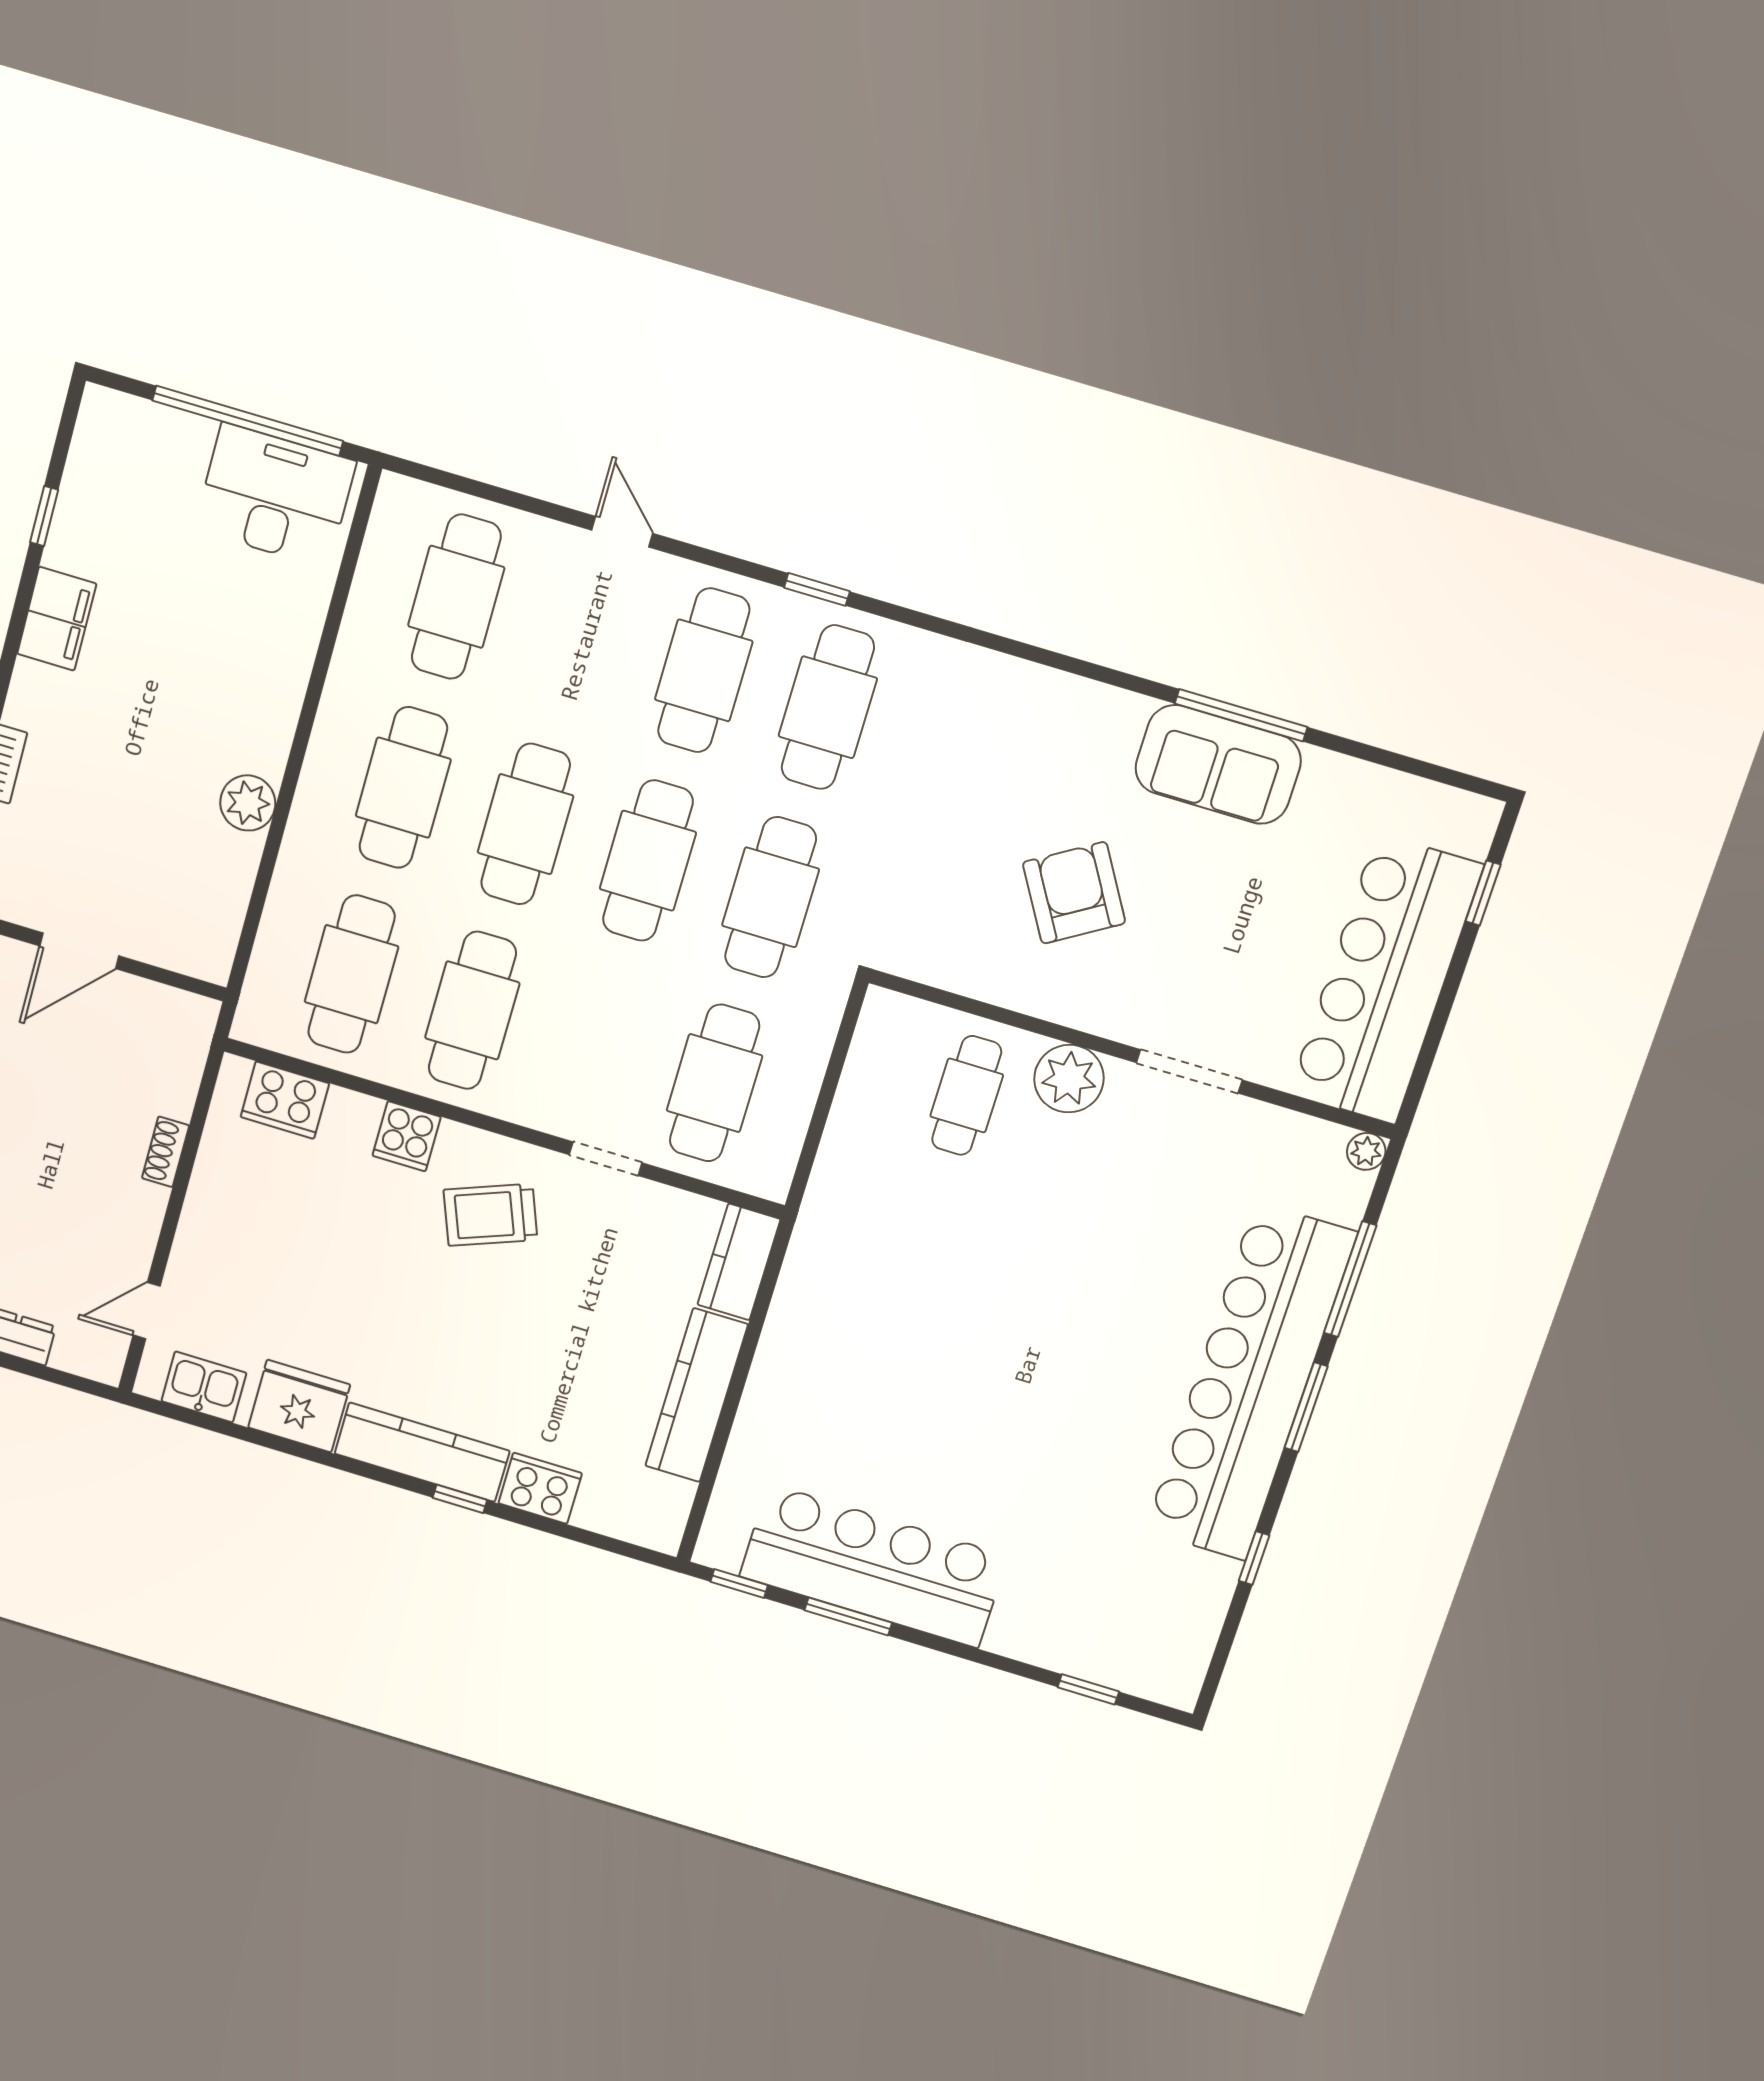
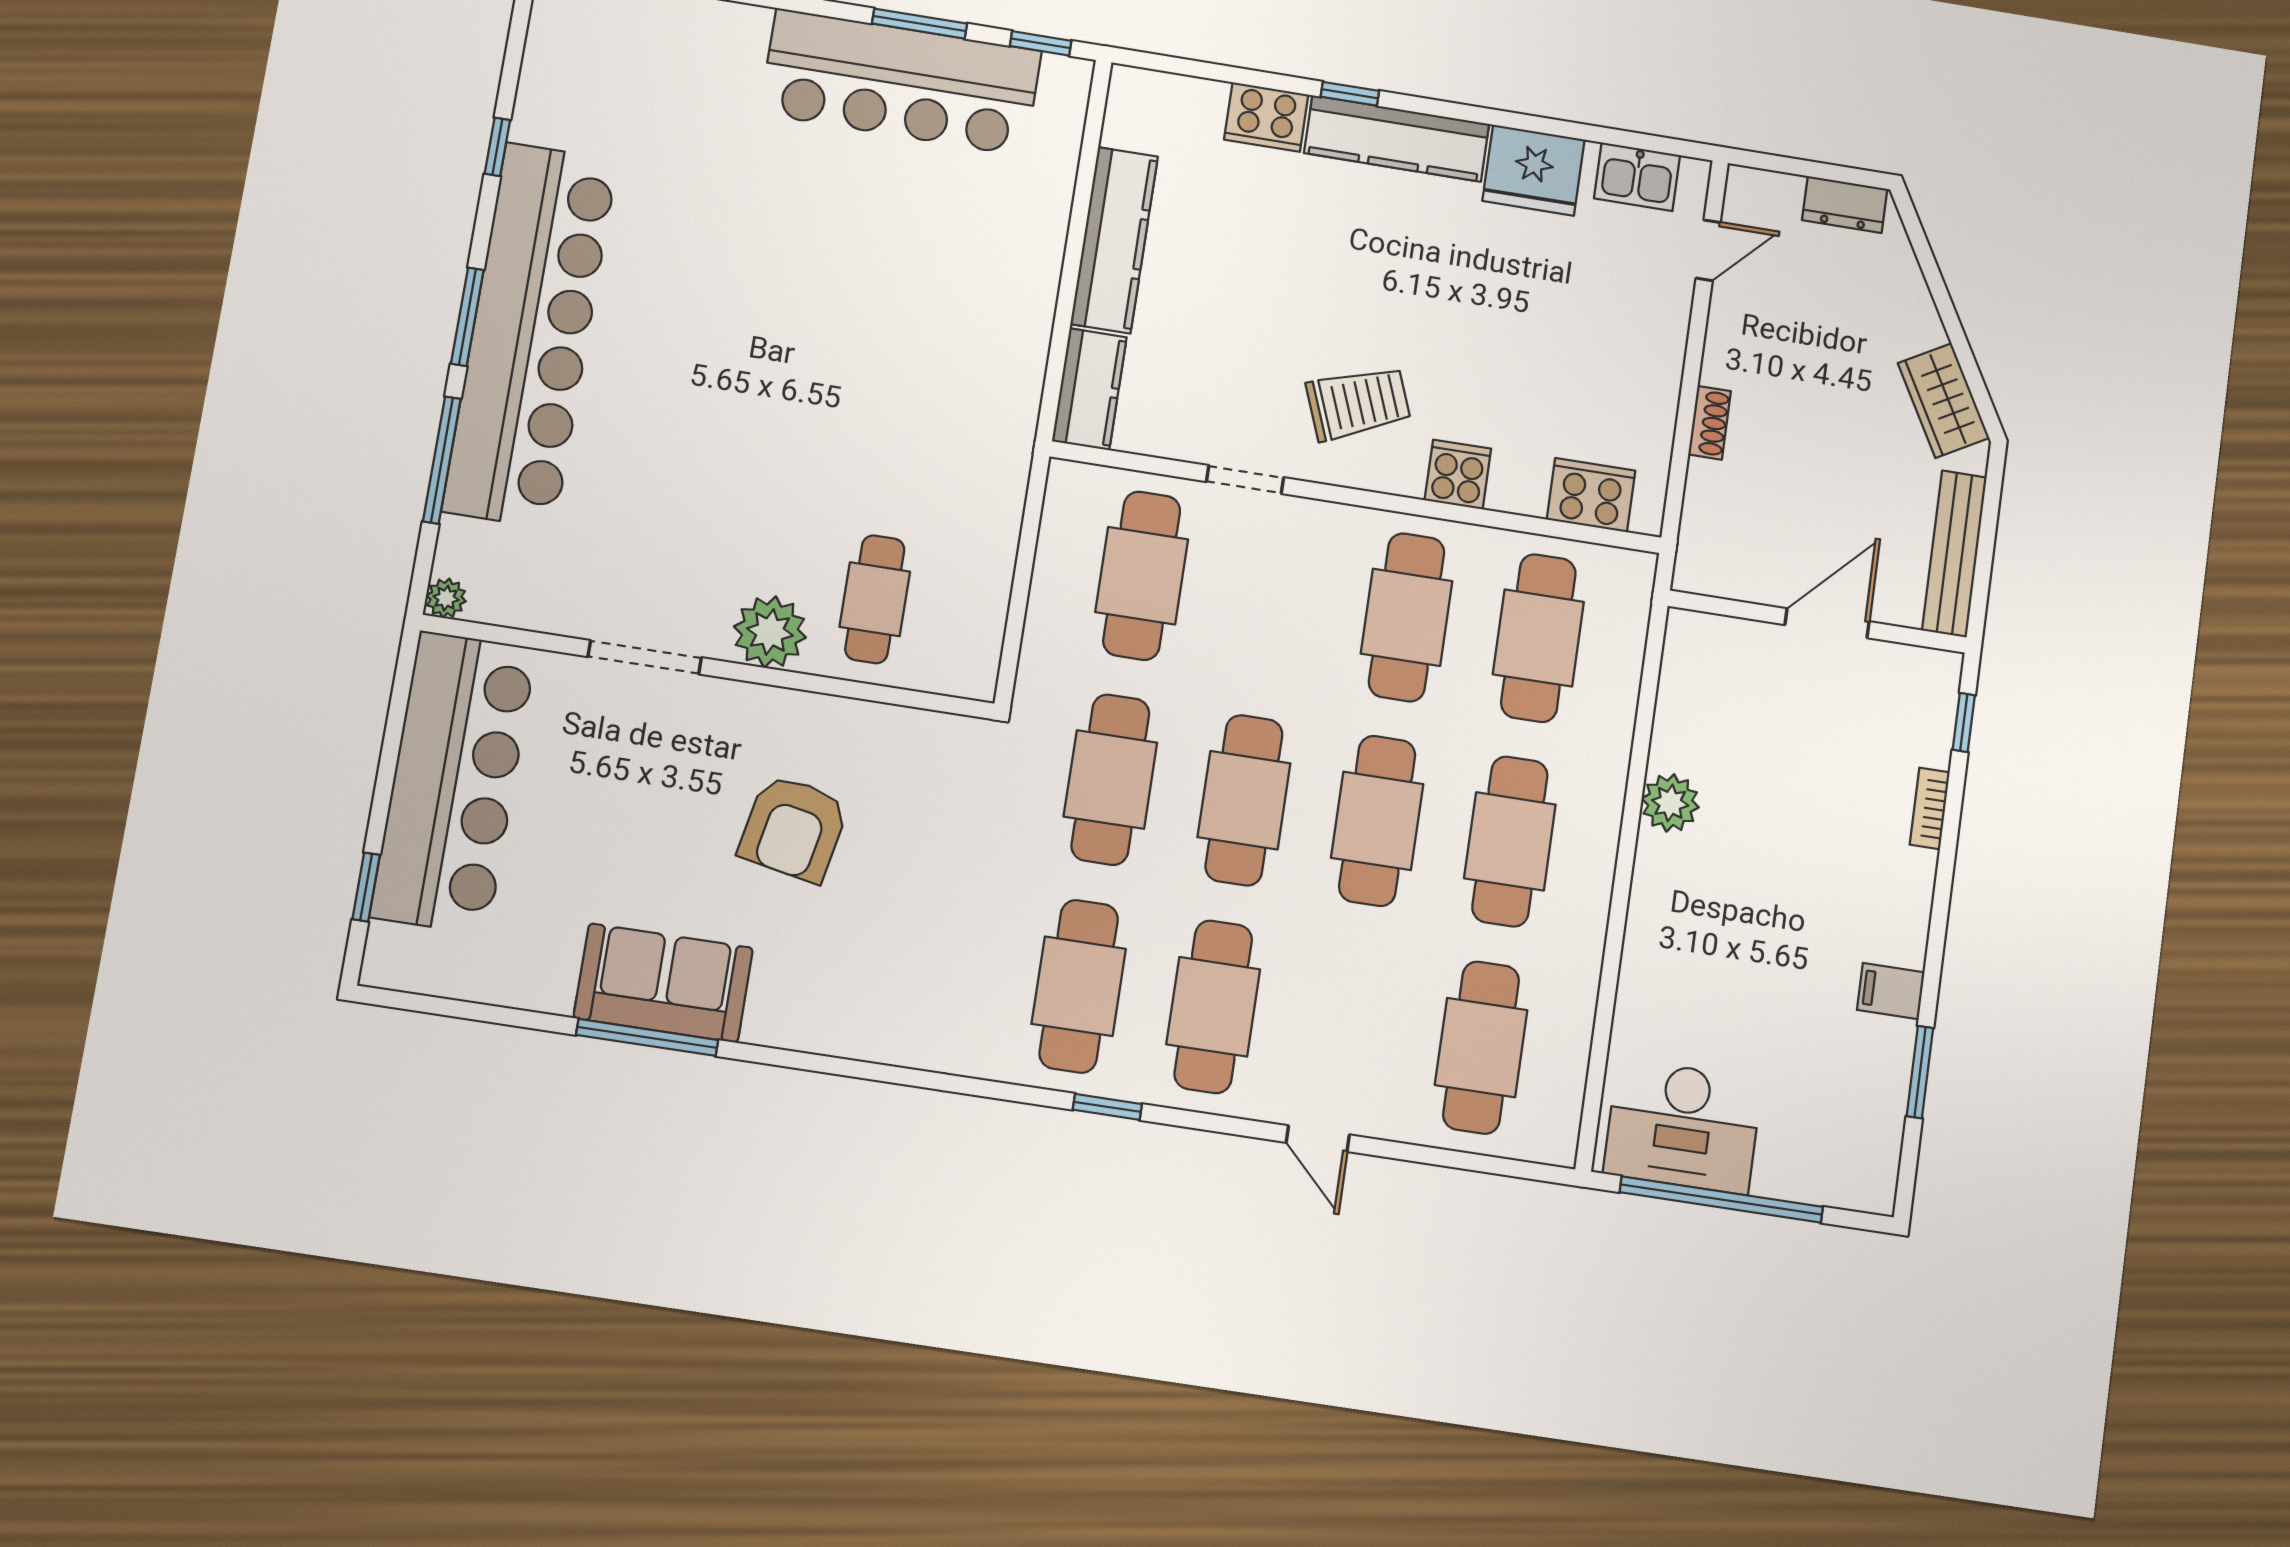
window: (44, 516) -> (1920, 1072), width x1.50
filing cabinet: (57, 619) -> (1891, 991), width x0.50
armchair: (1074, 893) -> (794, 828), turned 42

